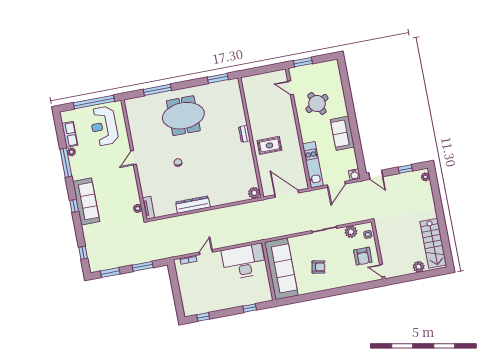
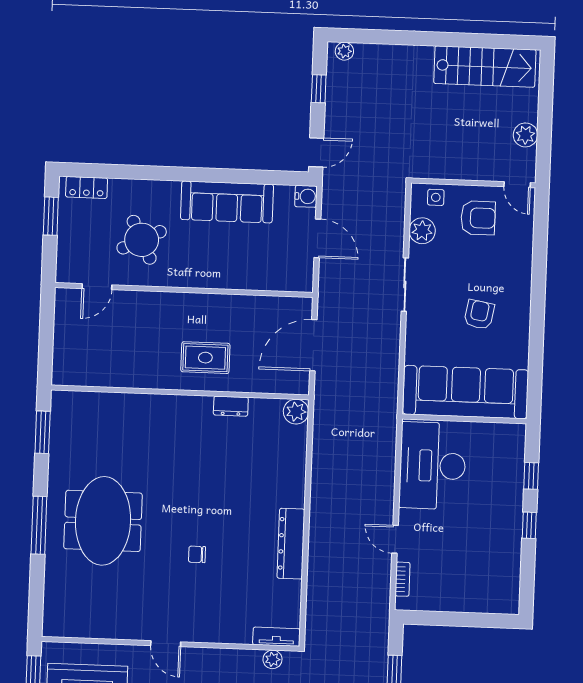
window: (303, 62) -> (51, 216), moved
locker: (335, 73) -> (87, 187), added
window: (157, 90) -> (39, 525), moved
sofa: (342, 133) -> (227, 202), width x1.36
dresser: (244, 134) -> (231, 406), moved
rug: (269, 145) -> (205, 358), turned 90
kitchen unit: (313, 165) -> (266, 277), removed
plant: (419, 267) -> (525, 135), moved
door: (382, 271) -> (517, 185), hinge flipped
window: (203, 317) -> (529, 525), moved

